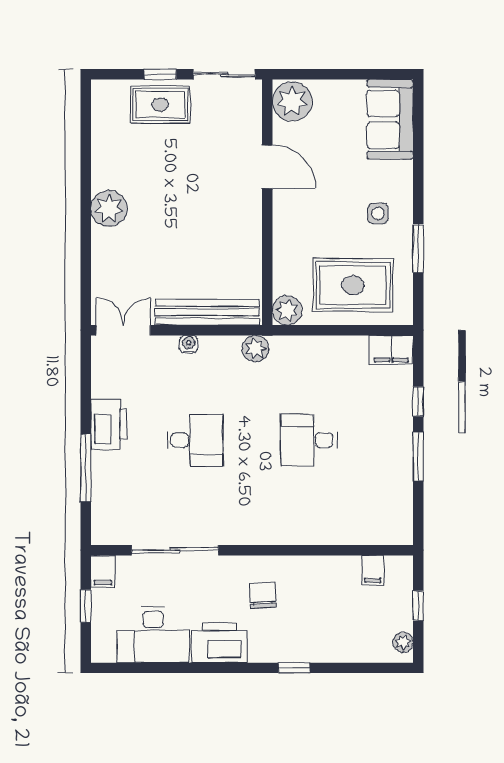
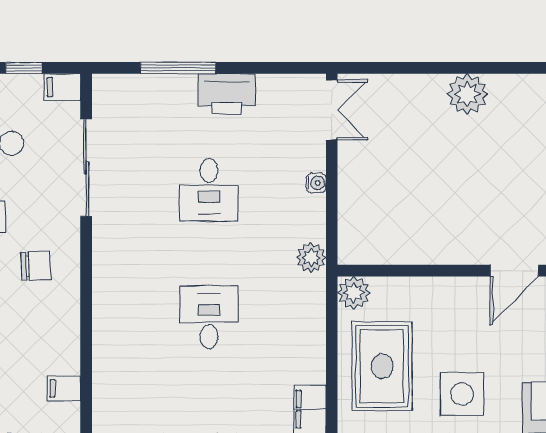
side table: (378, 214) -> (462, 394), width x1.87, depth x1.87
bench: (207, 312) -> (352, 204), removed

